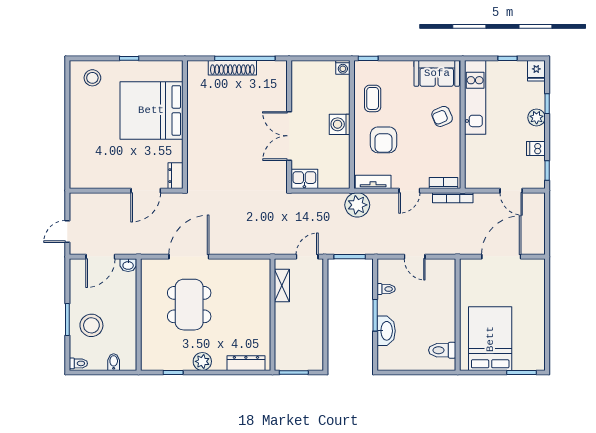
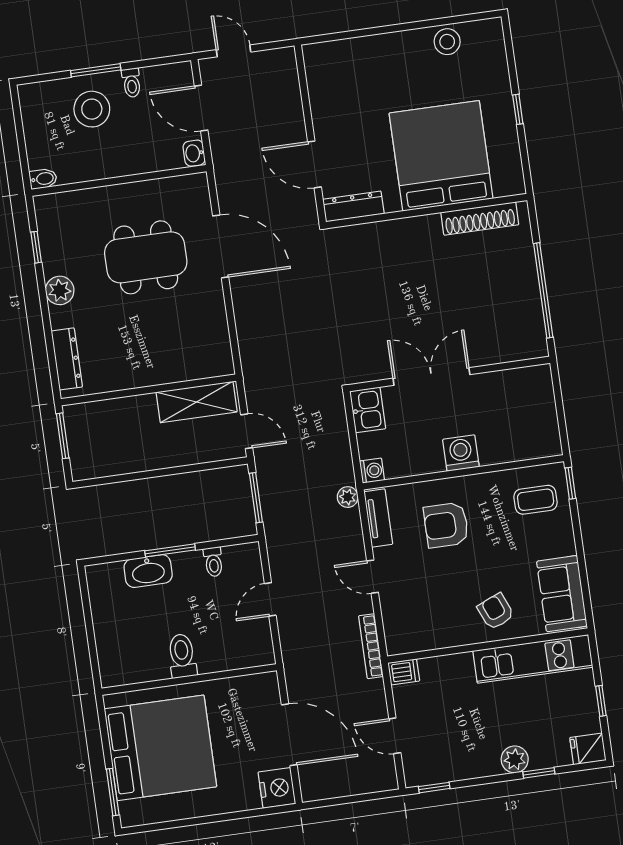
washing machine: (343, 67) -> (372, 471), moved, turned 180
shoe rack: (232, 68) -> (480, 219), moved, turned -90
stool: (92, 78) -> (447, 42), moved
coffee table: (373, 98) -> (536, 500), moved
dishwasher: (536, 149) -> (404, 672), moved, turned 90
dresser: (176, 176) -> (353, 206), width x1.44
bookcase: (443, 183) -> (392, 628), removed
door: (511, 191) -> (395, 736), hinge flipped
plant: (357, 205) -> (348, 497), width x0.53, depth x0.53
nightstand: (533, 269) -> (277, 788), added
shelving: (282, 286) -> (197, 402), width x1.50, depth x1.33
bed: (490, 339) -> (160, 748), width x1.36
toilet: (442, 350) -> (182, 656), moved
bidet: (114, 362) -> (43, 179), moved
toilet: (78, 363) -> (131, 83), moved

